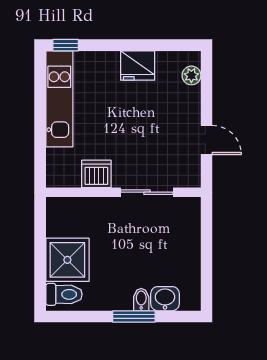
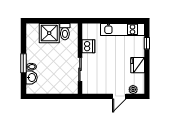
window: (66, 45) -> (147, 43), moved
door: (207, 140) -> (119, 96), moved
toilet: (64, 294) -> (65, 32), moved

